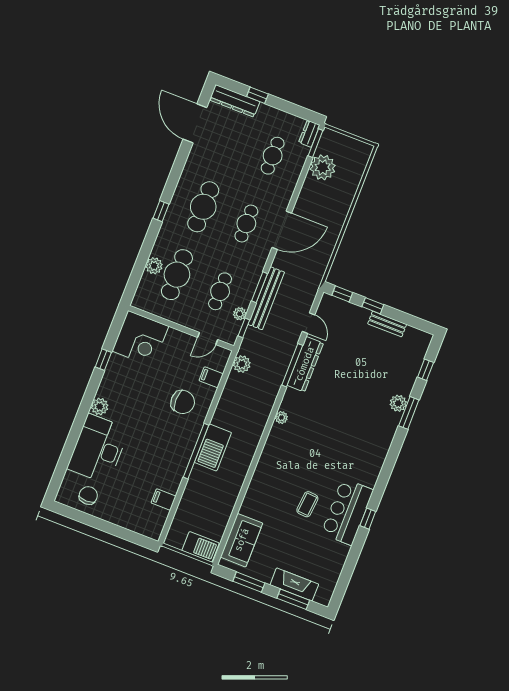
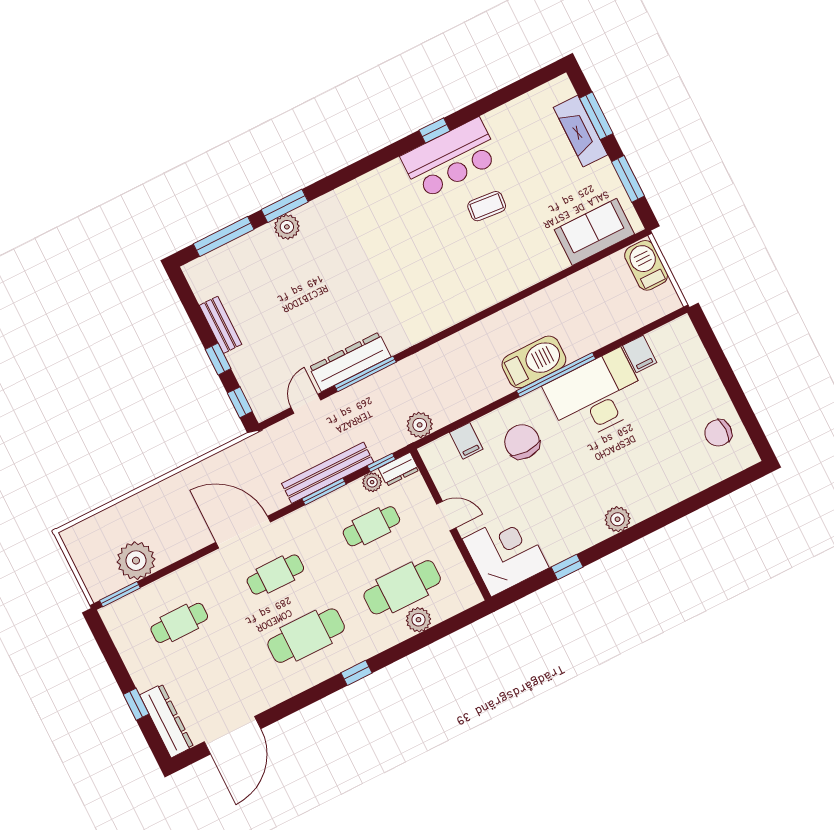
dresser: (309, 134) -> (399, 469), moved
door: (208, 338) -> (446, 516), moved
window: (426, 370) -> (224, 237), width x2.17
plant: (281, 417) -> (429, 327), removed
desk: (98, 449) -> (596, 396), moved, turned 180

